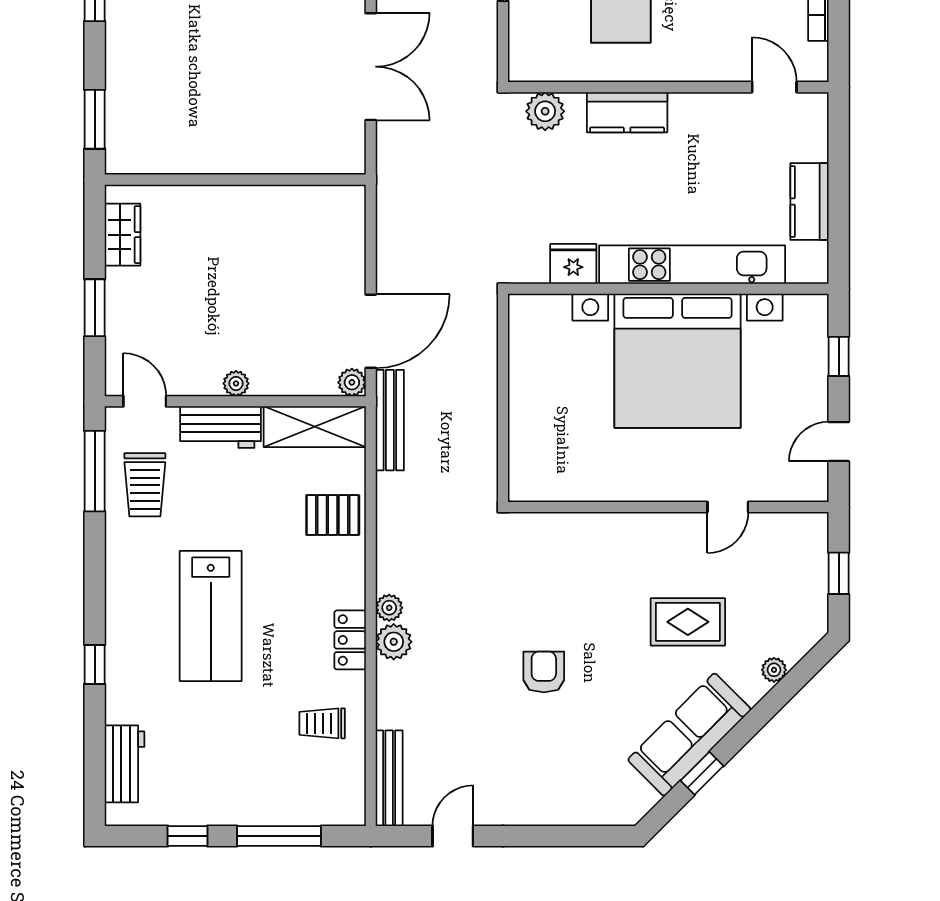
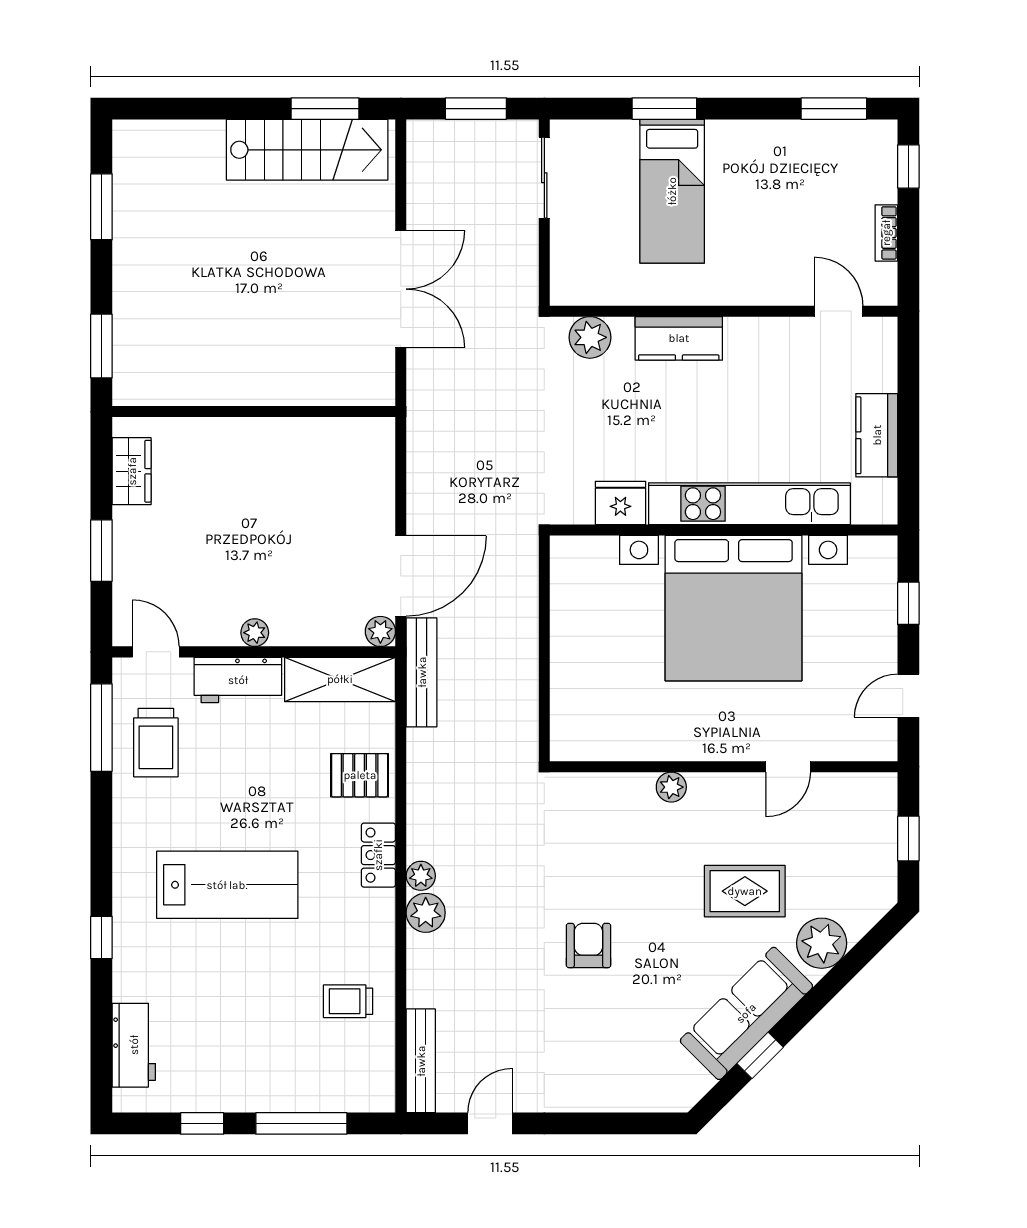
plant: (620, 526) -> (671, 787), added
lab bench: (211, 616) -> (227, 885), turned -90
locker: (350, 640) -> (378, 855), moved
plant: (774, 670) -> (822, 943), width x1.87, depth x1.87

